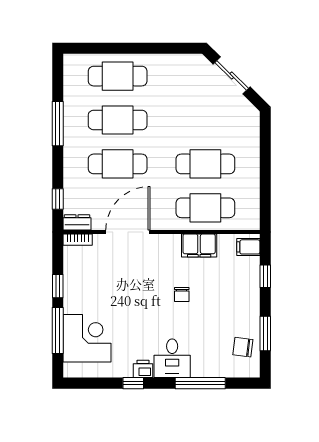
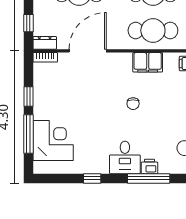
printer: (143, 369) -> (149, 166), moved

